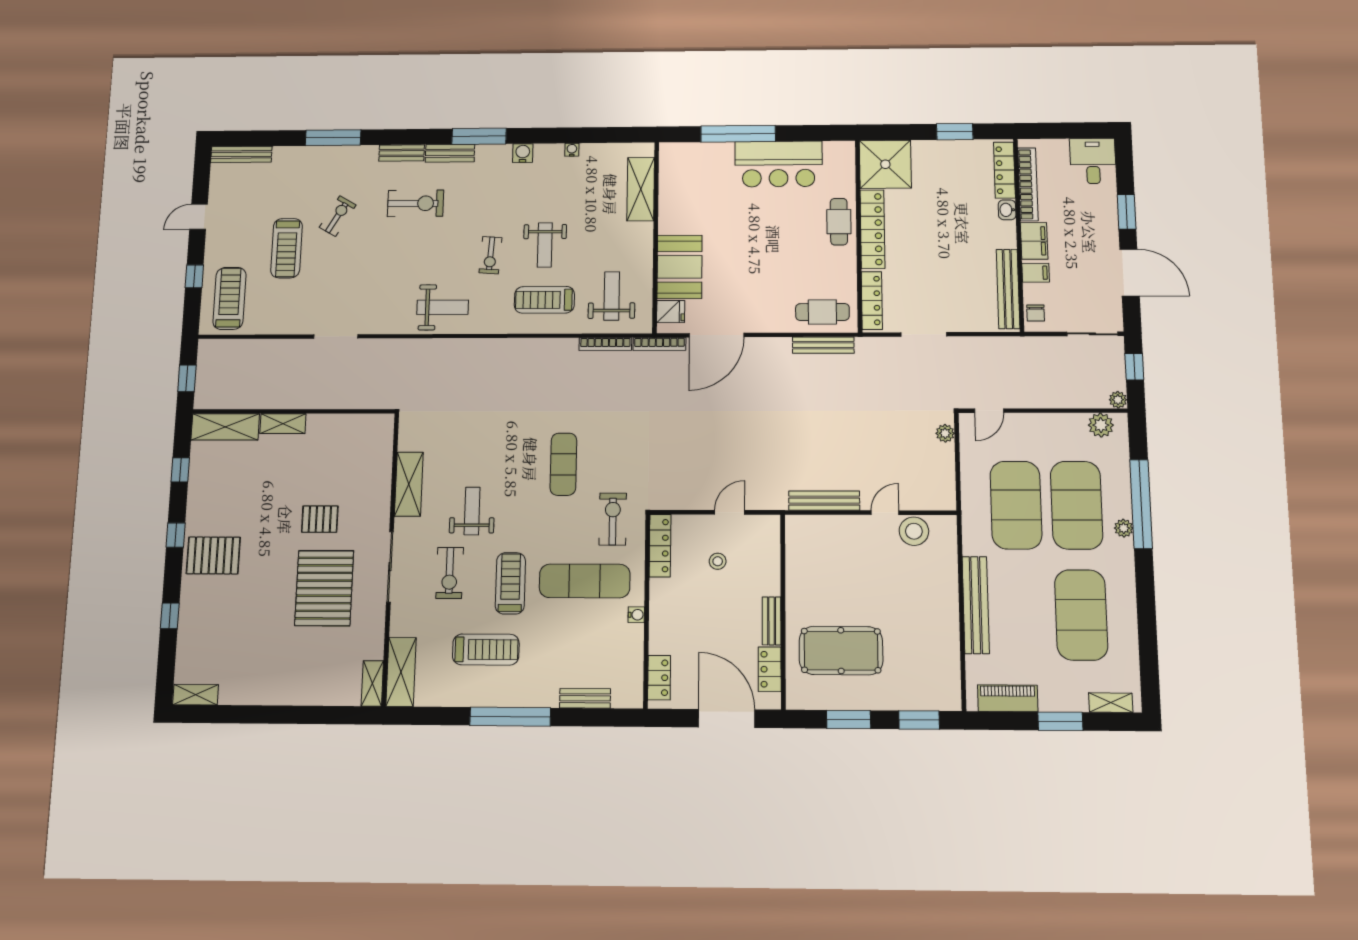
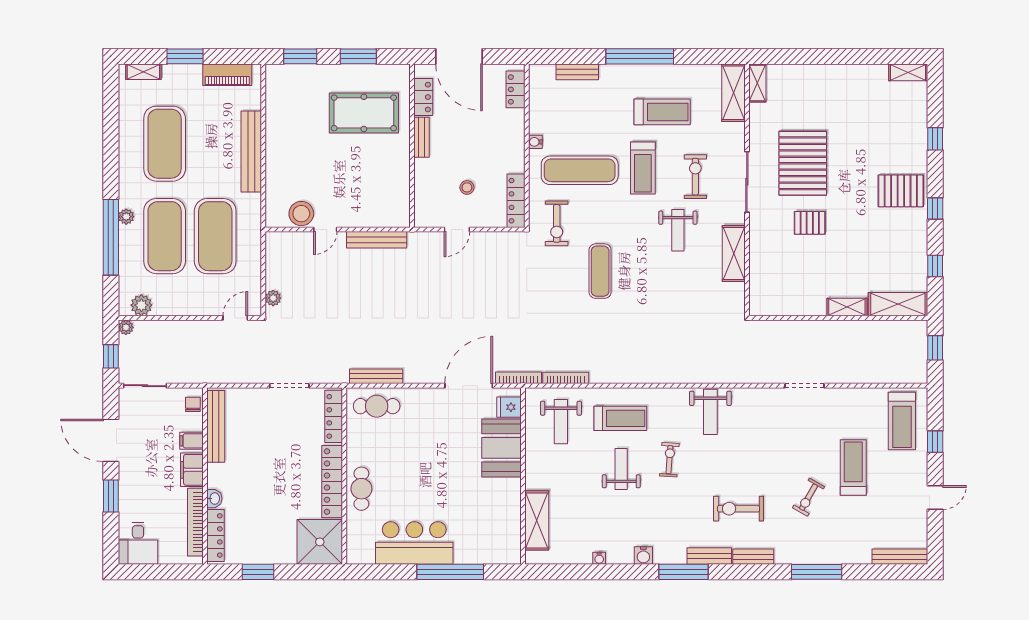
weight bench: (443, 307) -> (710, 412), turned -90
treadmill: (486, 650) -> (662, 112), turned 180

